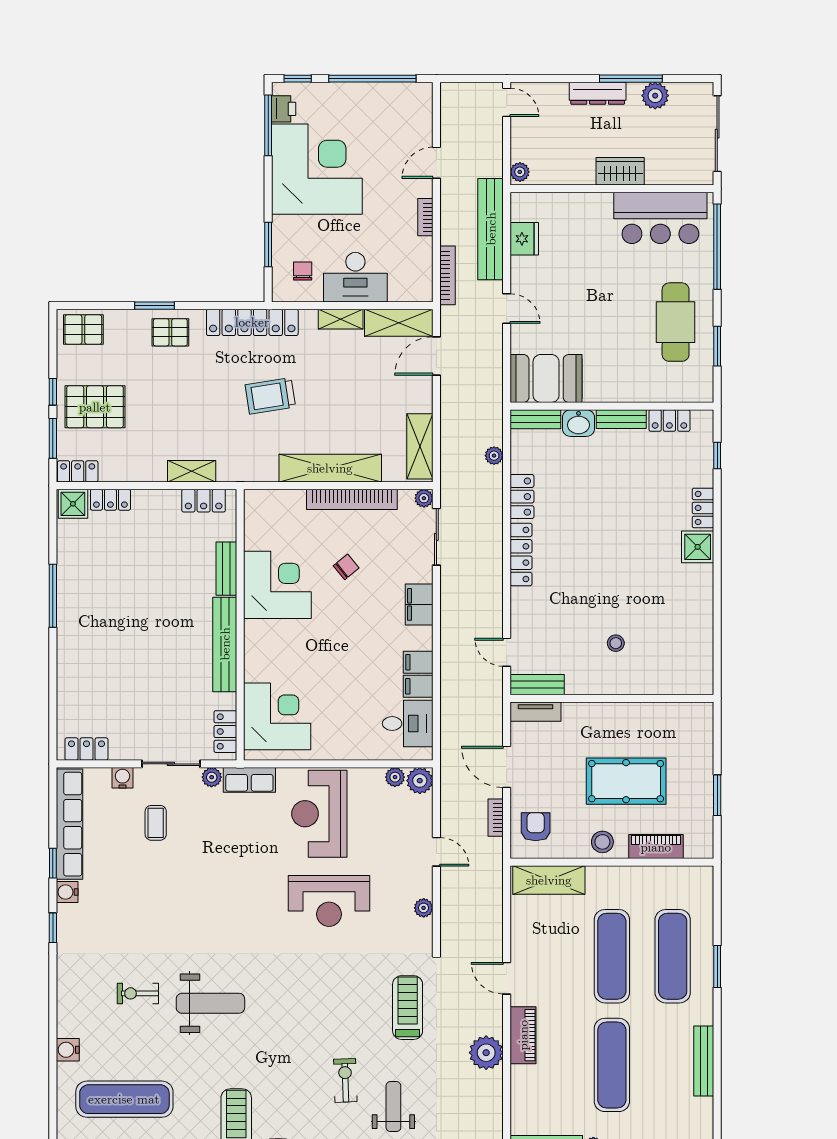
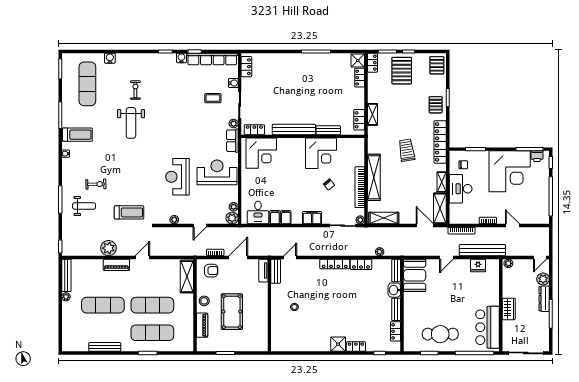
plant: (655, 96) -> (543, 279), moved

